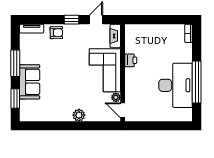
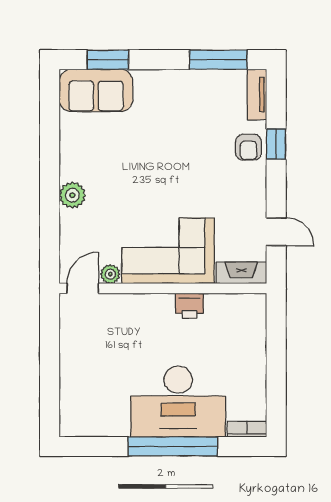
window: (71, 20) -> (276, 144), moved
window: (15, 63) -> (218, 60), moved
sofa: (30, 82) -> (96, 90), moved
window: (197, 82) -> (173, 447), moved
desk: (176, 85) -> (178, 402), moved

